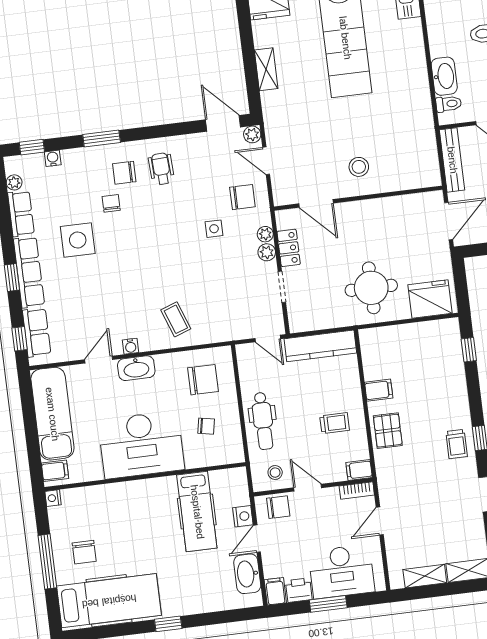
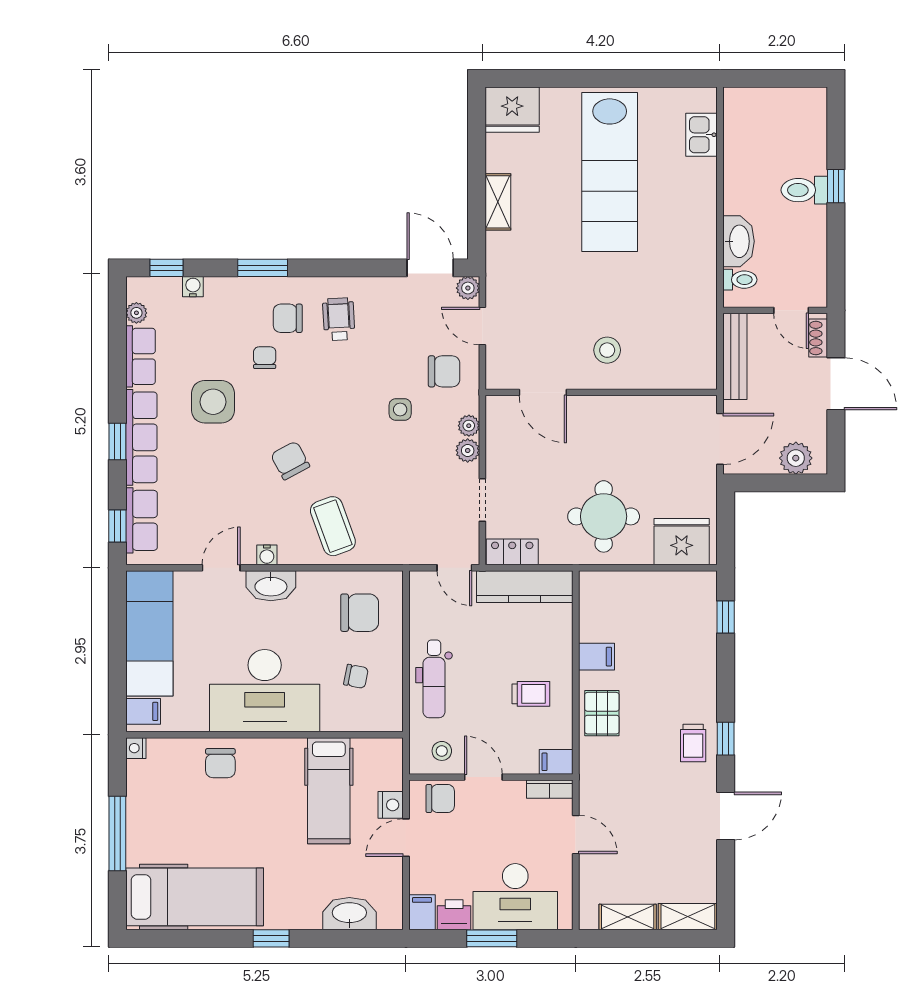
locker: (289, 248) -> (512, 552), moved, turned -90
chair: (139, 276) -> (290, 460), added
coffee table: (176, 319) -> (333, 526), width x1.36, depth x1.30
door: (380, 521) -> (576, 835), swing flipped
chair: (84, 552) -> (220, 763), moved
washbasin: (247, 574) -> (349, 914), moved, turned 90

